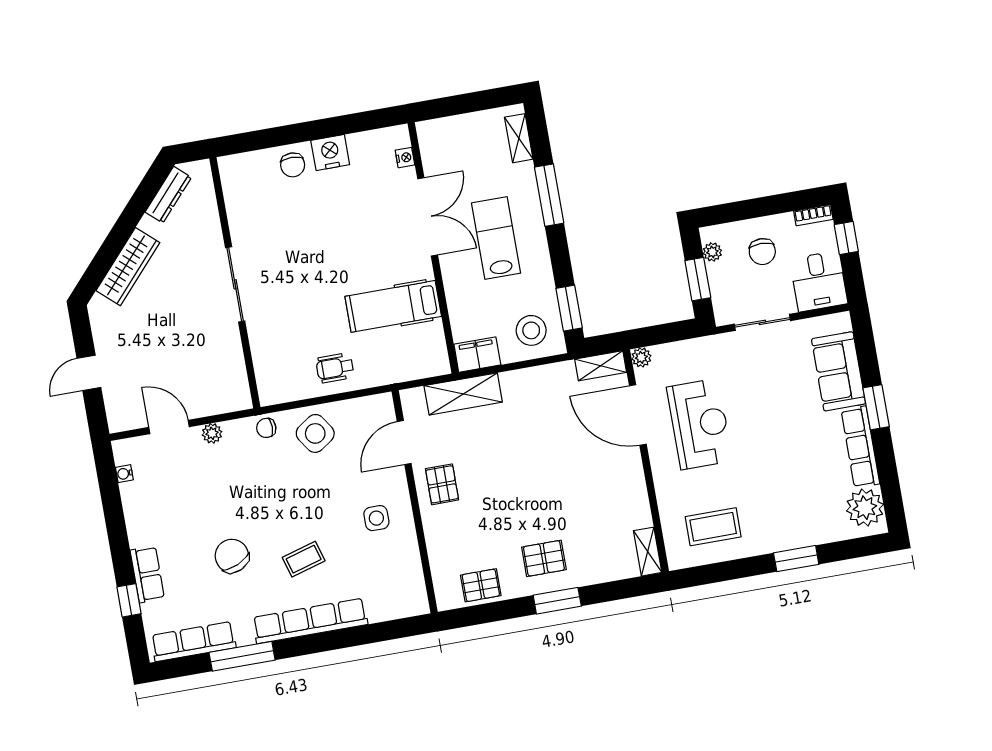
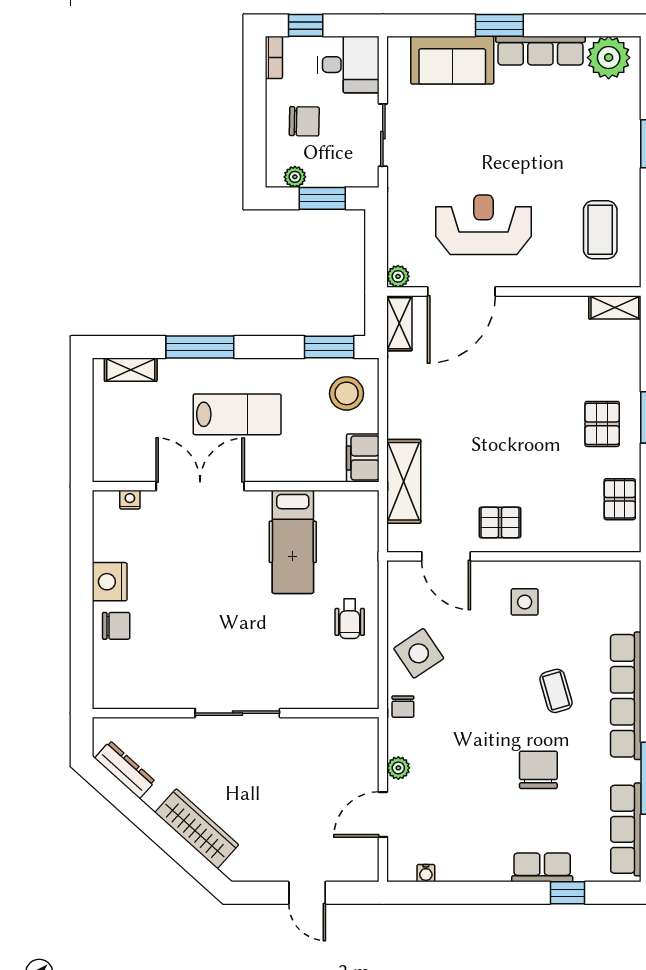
lab bench: (496, 238) -> (237, 414), turned 180
chair: (232, 556) -> (538, 770), turned 114

